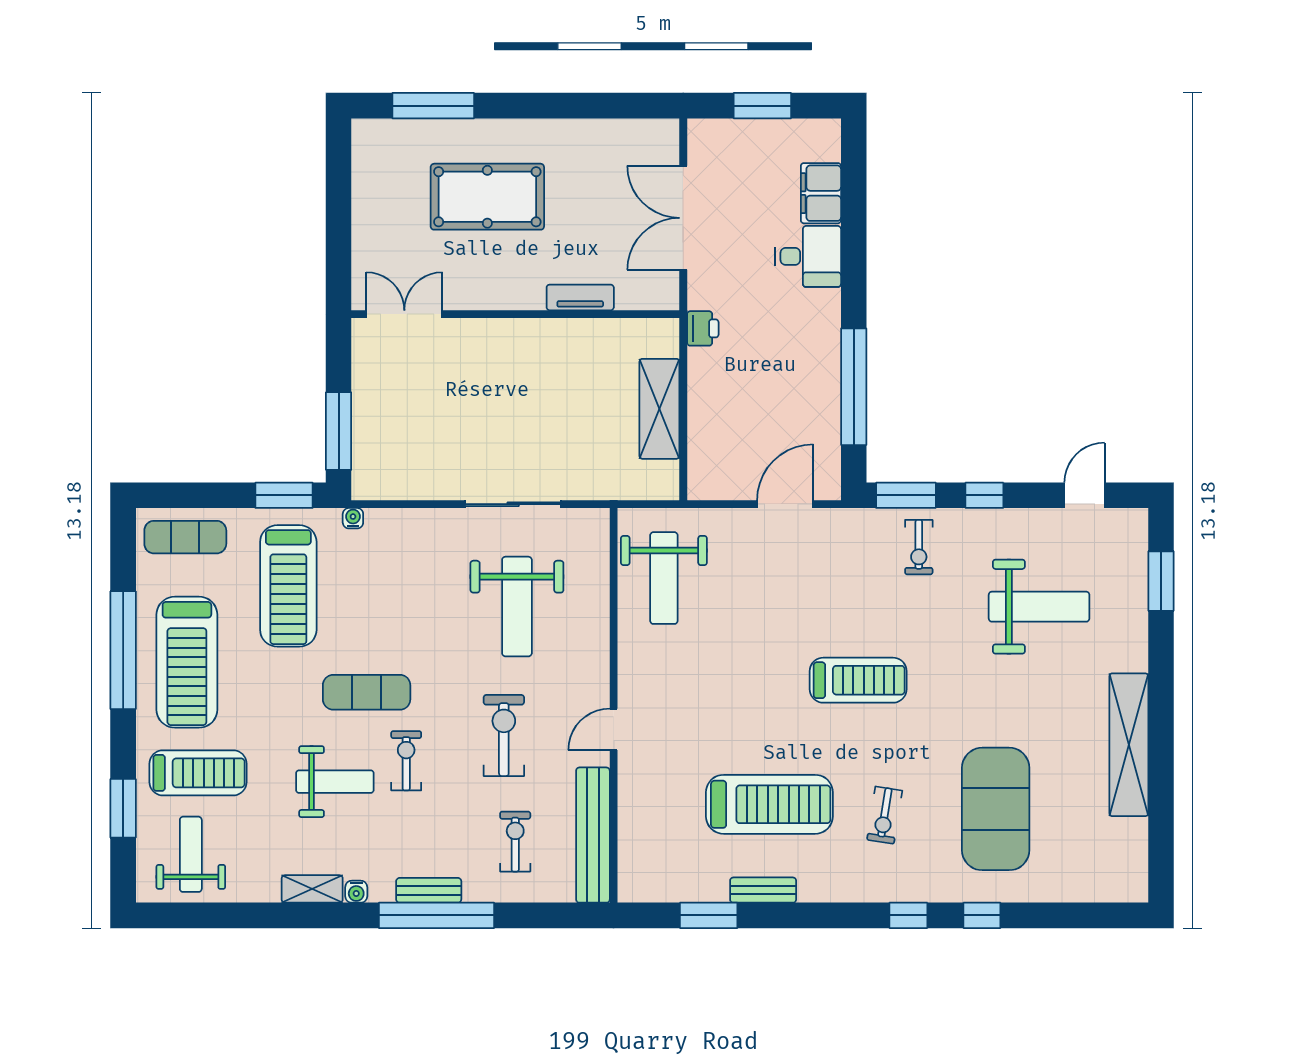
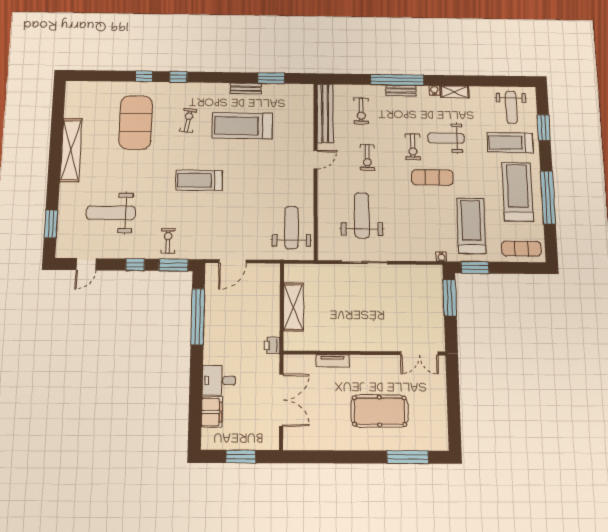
exercise bike: (504, 736) -> (367, 157), width x0.73, depth x0.72

